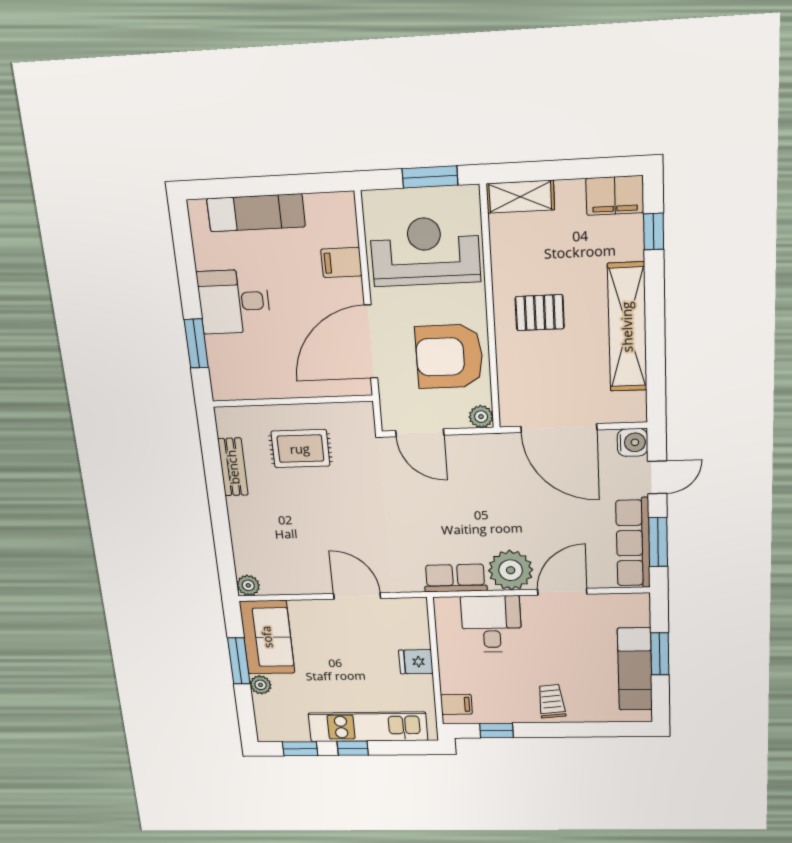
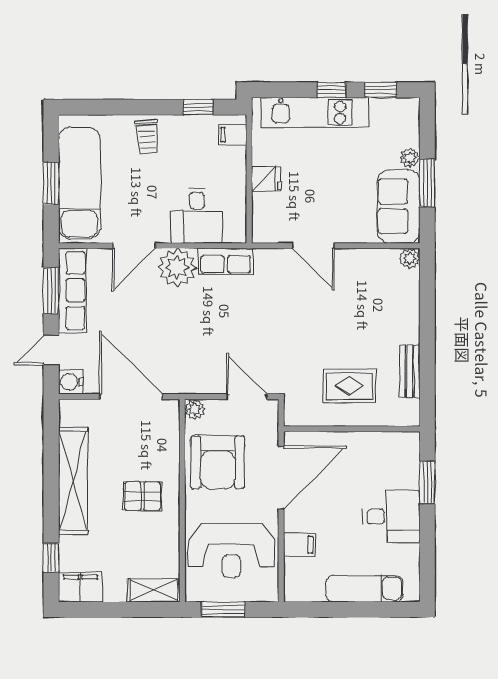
armchair: (449, 356) -> (218, 462), turned 90
exam couch: (635, 669) -> (79, 183), width x1.36, depth x1.45

